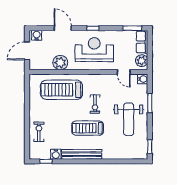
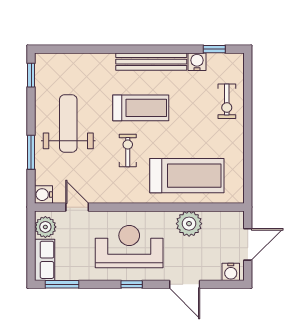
reception desk: (94, 50) -> (129, 247), turned 180

